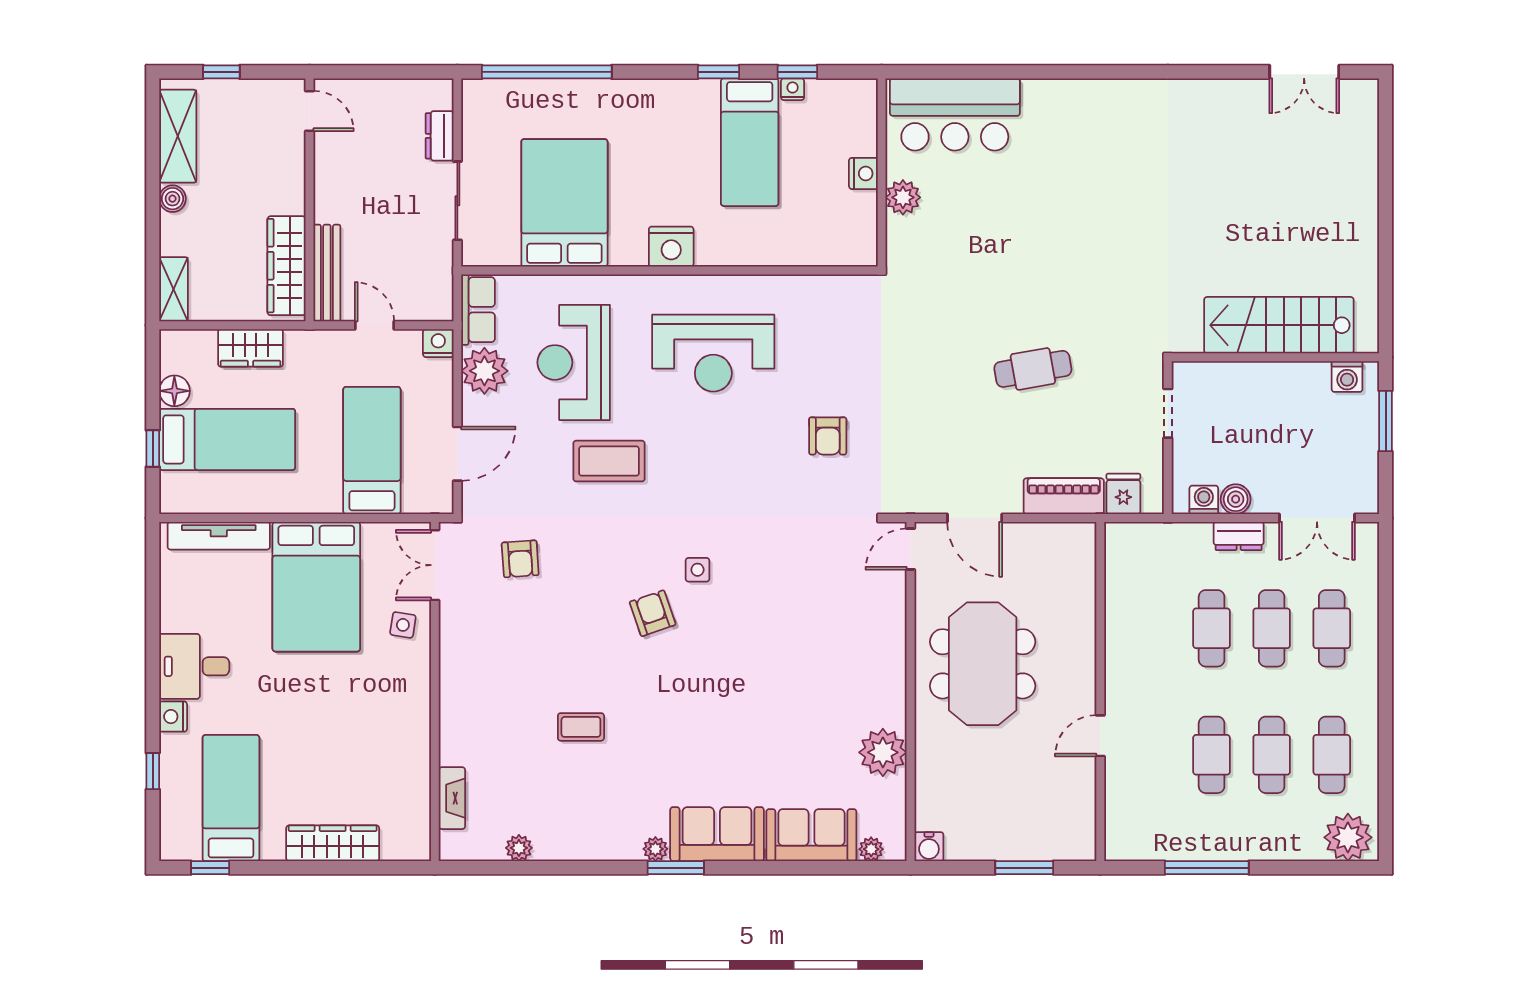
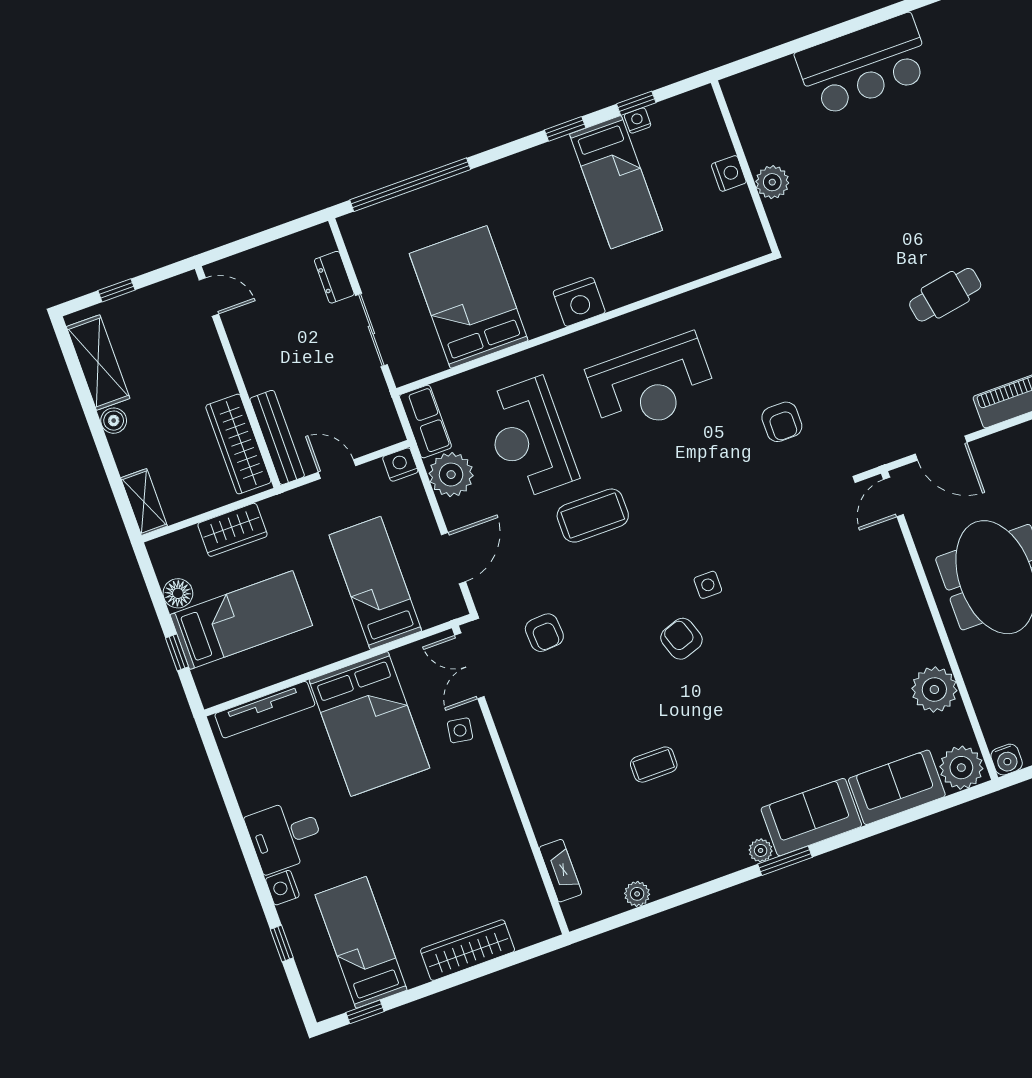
bar counter: (955, 114) -> (864, 65), moved
plant: (871, 849) -> (961, 768), width x1.88, depth x1.88

